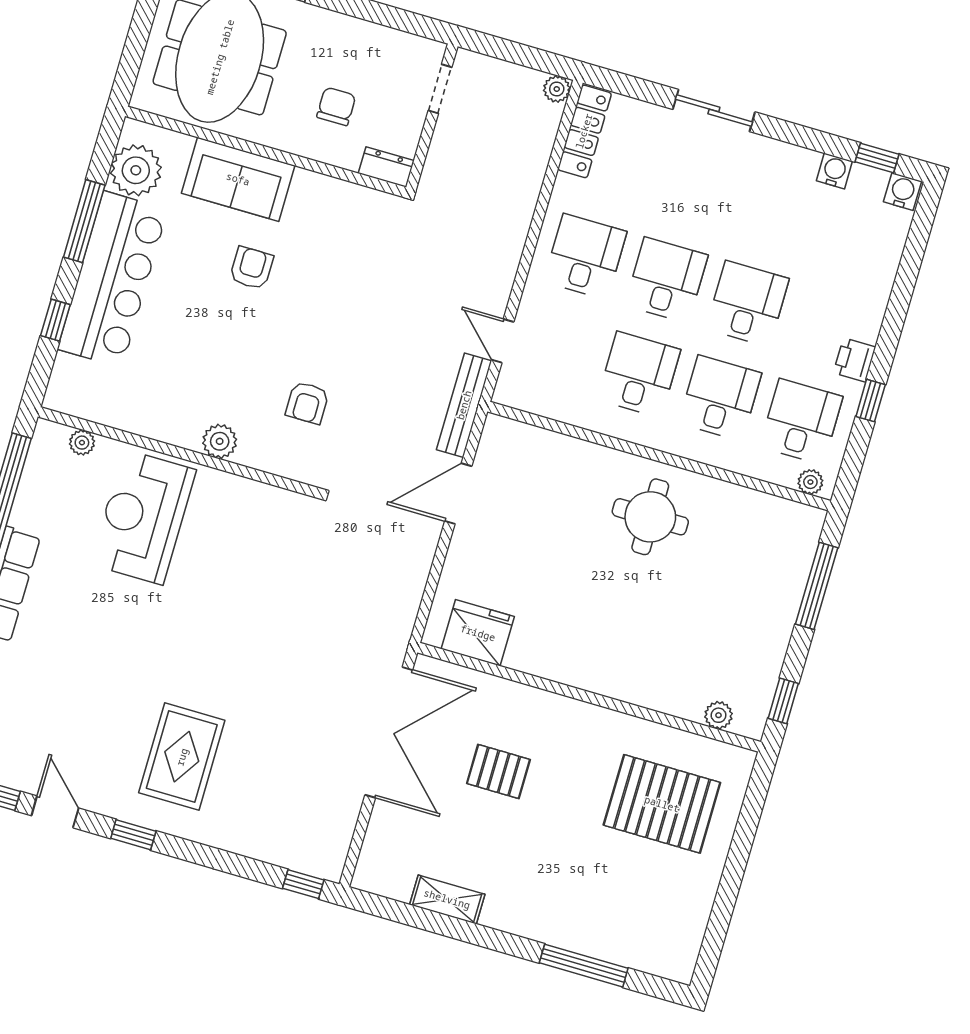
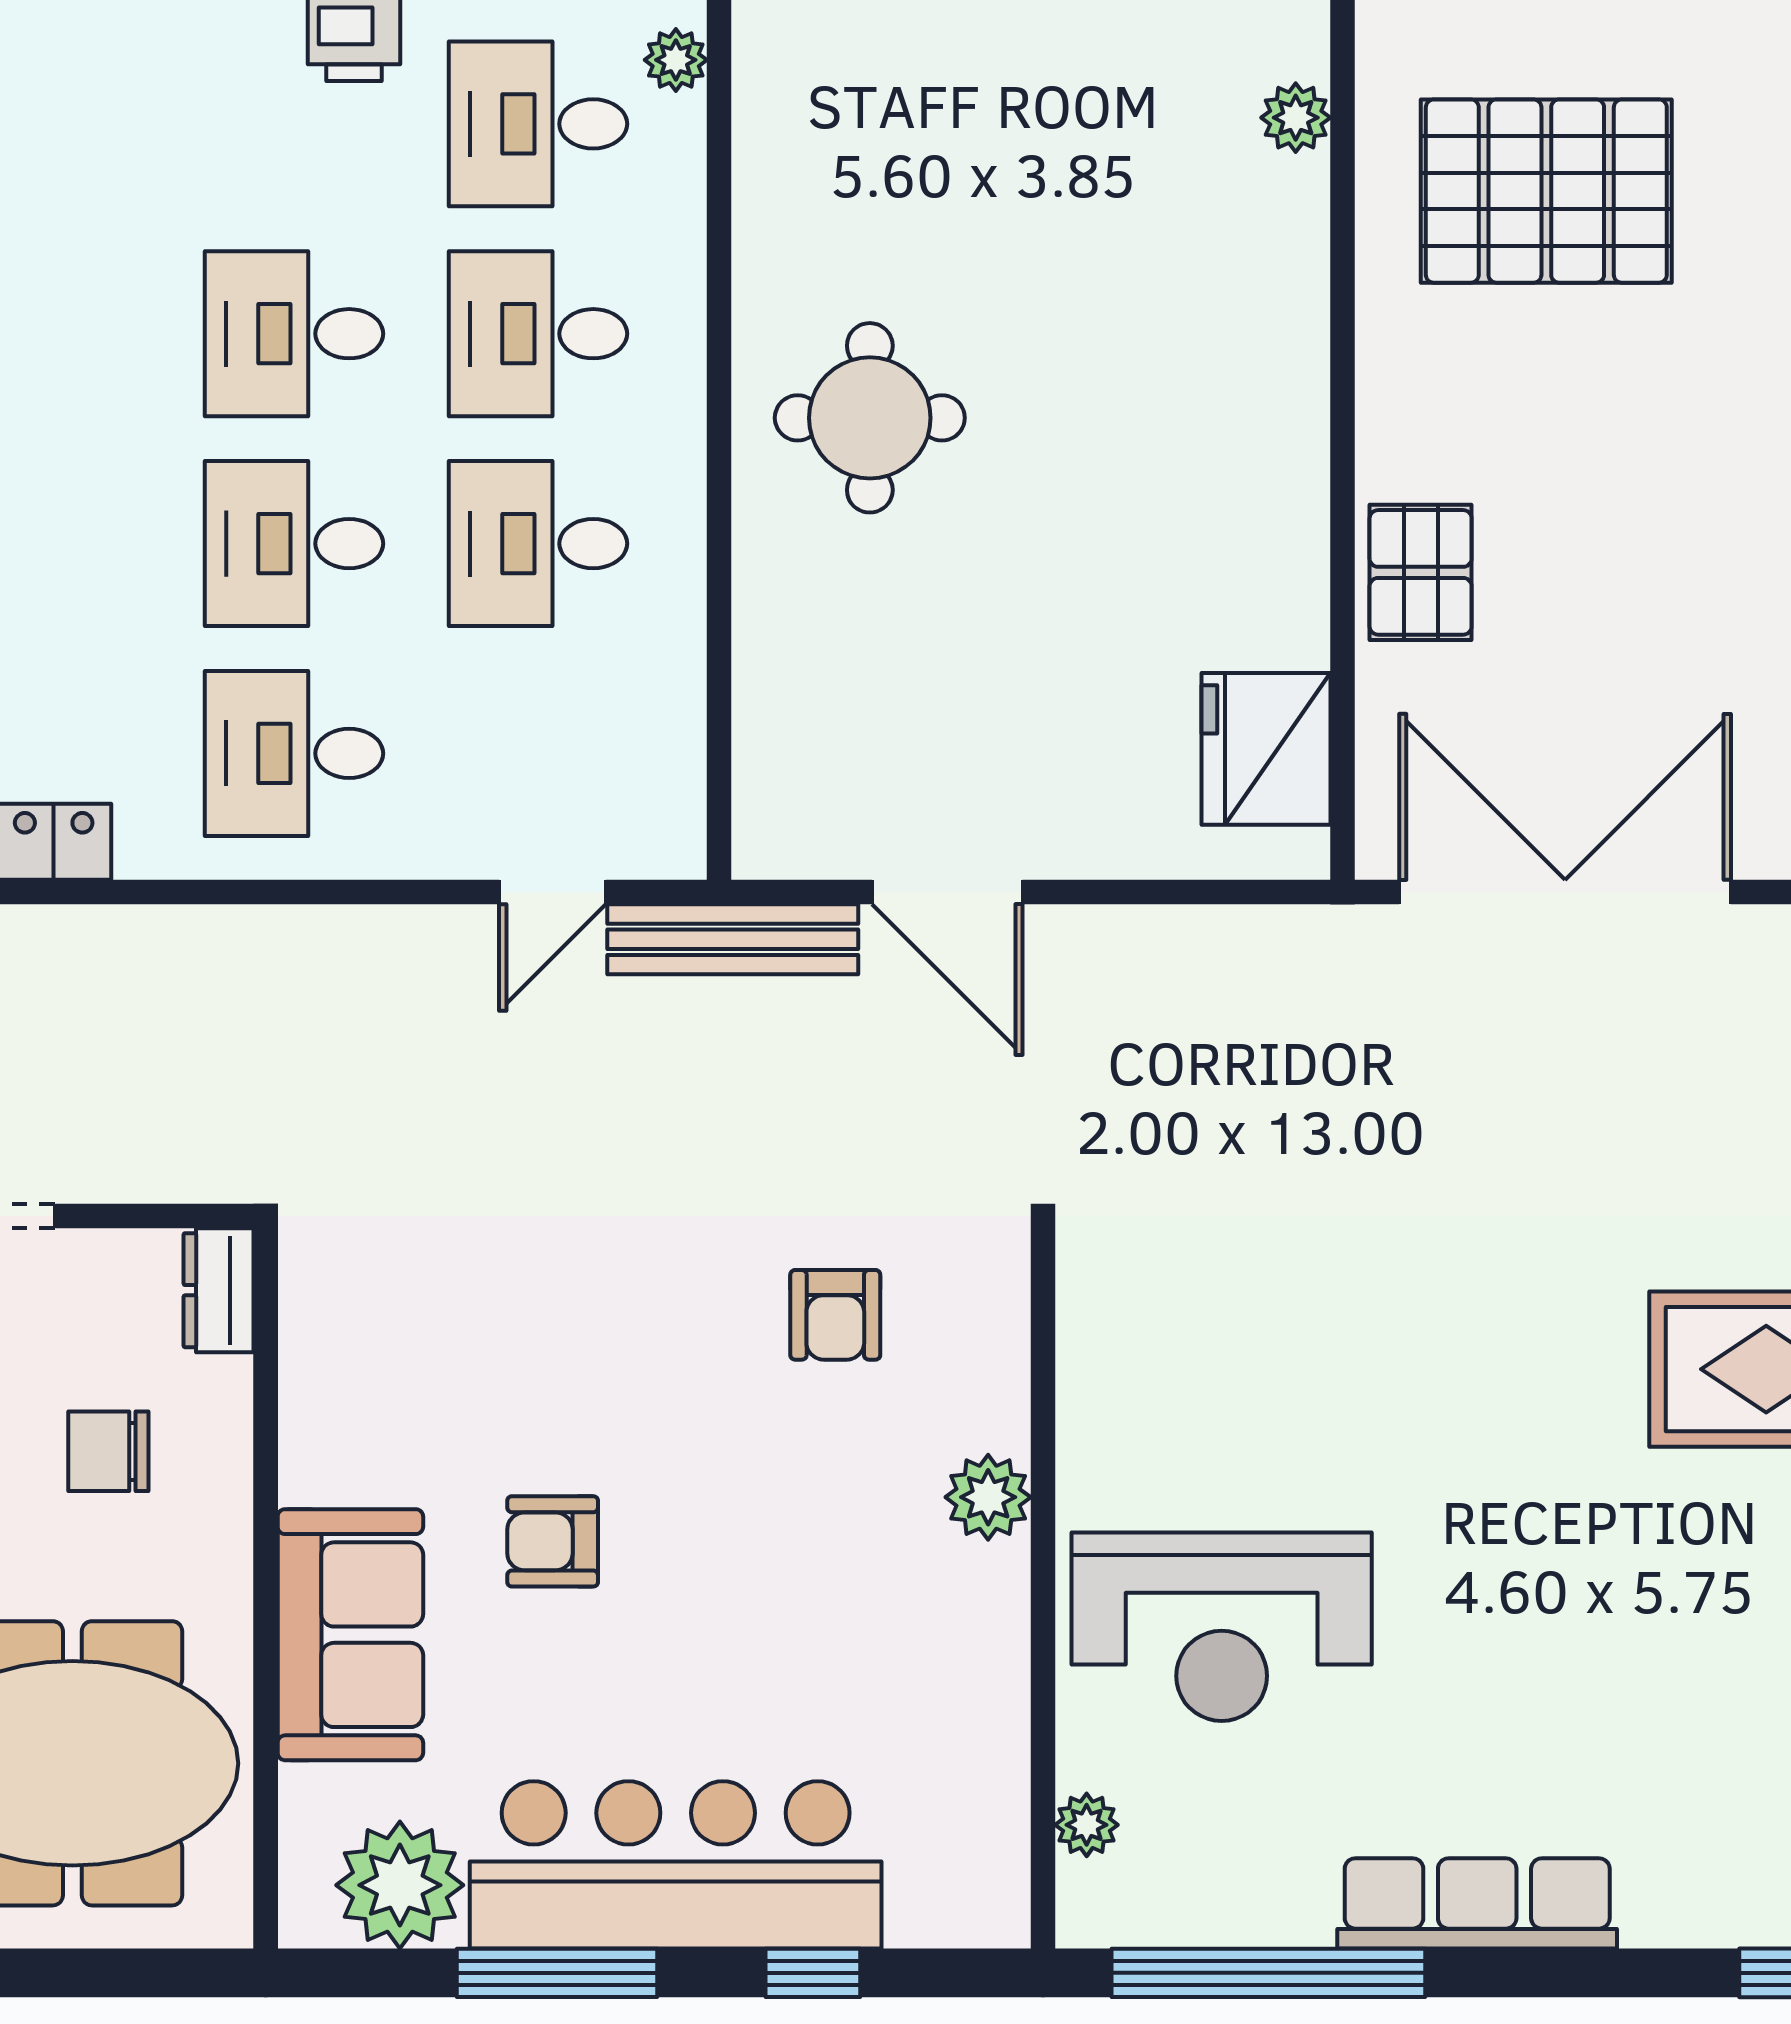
armchair: (307, 403) -> (835, 1315), turned 90
pallet: (498, 772) -> (1421, 572), moved
pallet: (662, 804) -> (1546, 191), turned 90

